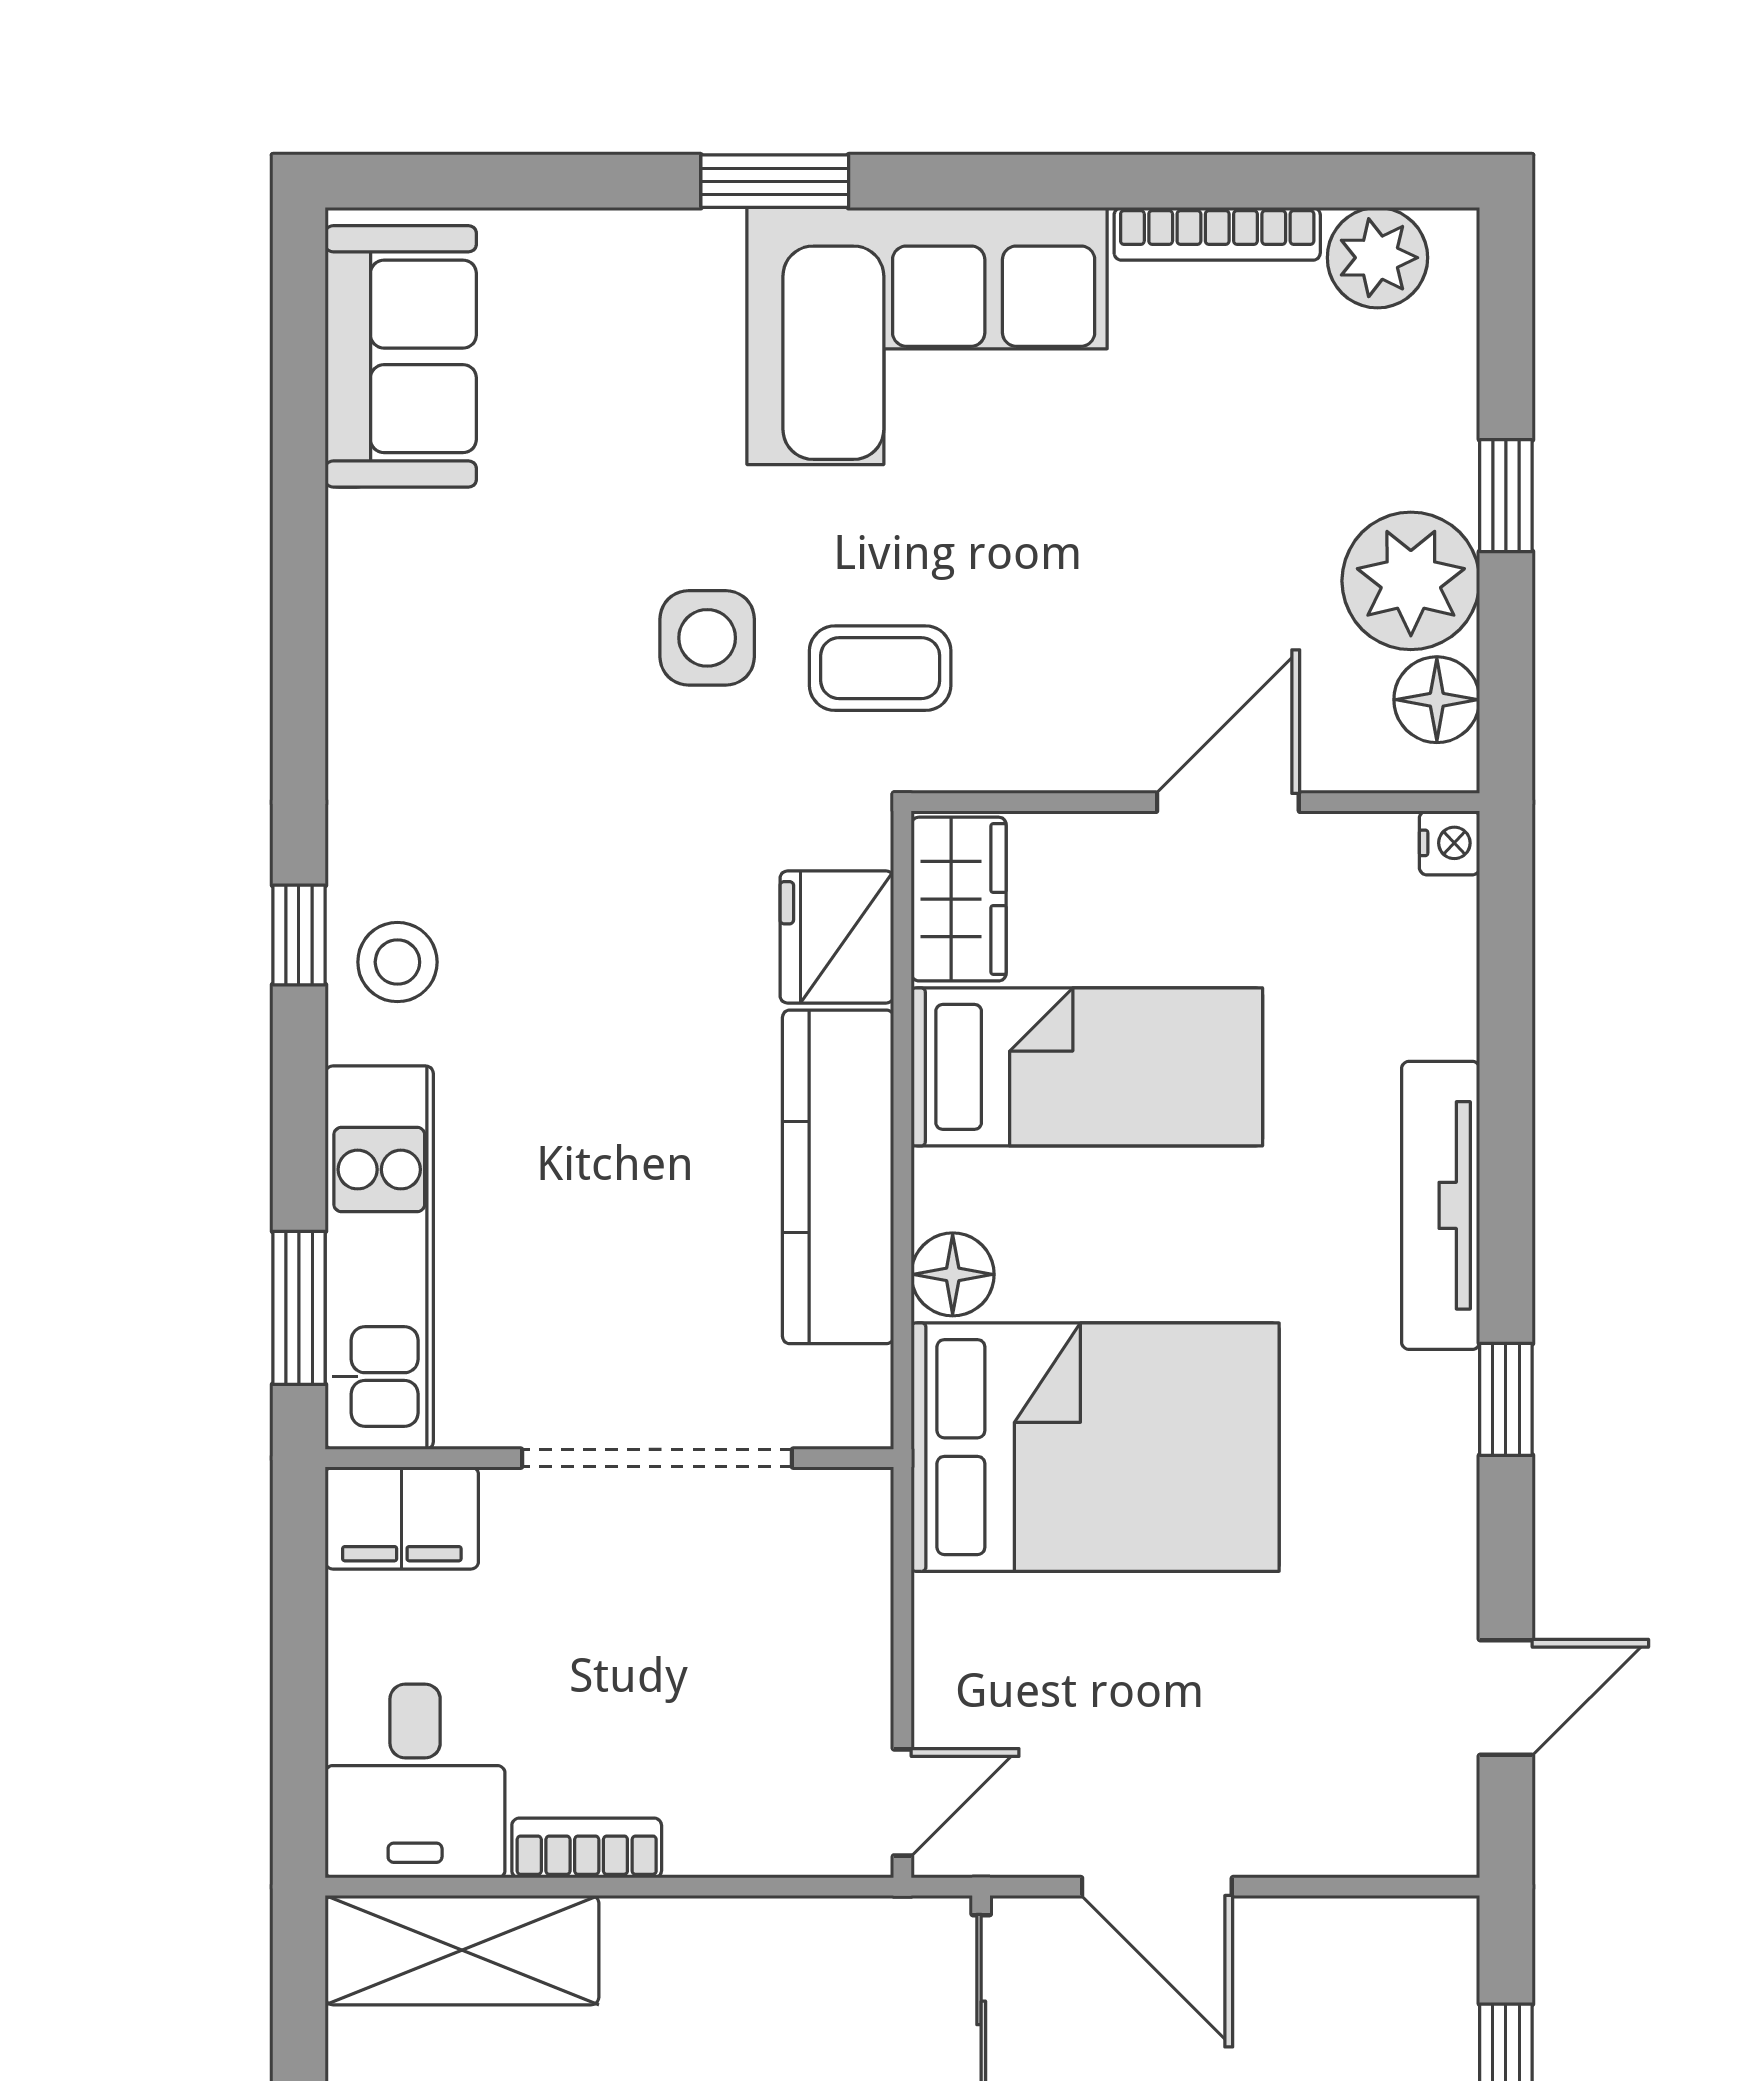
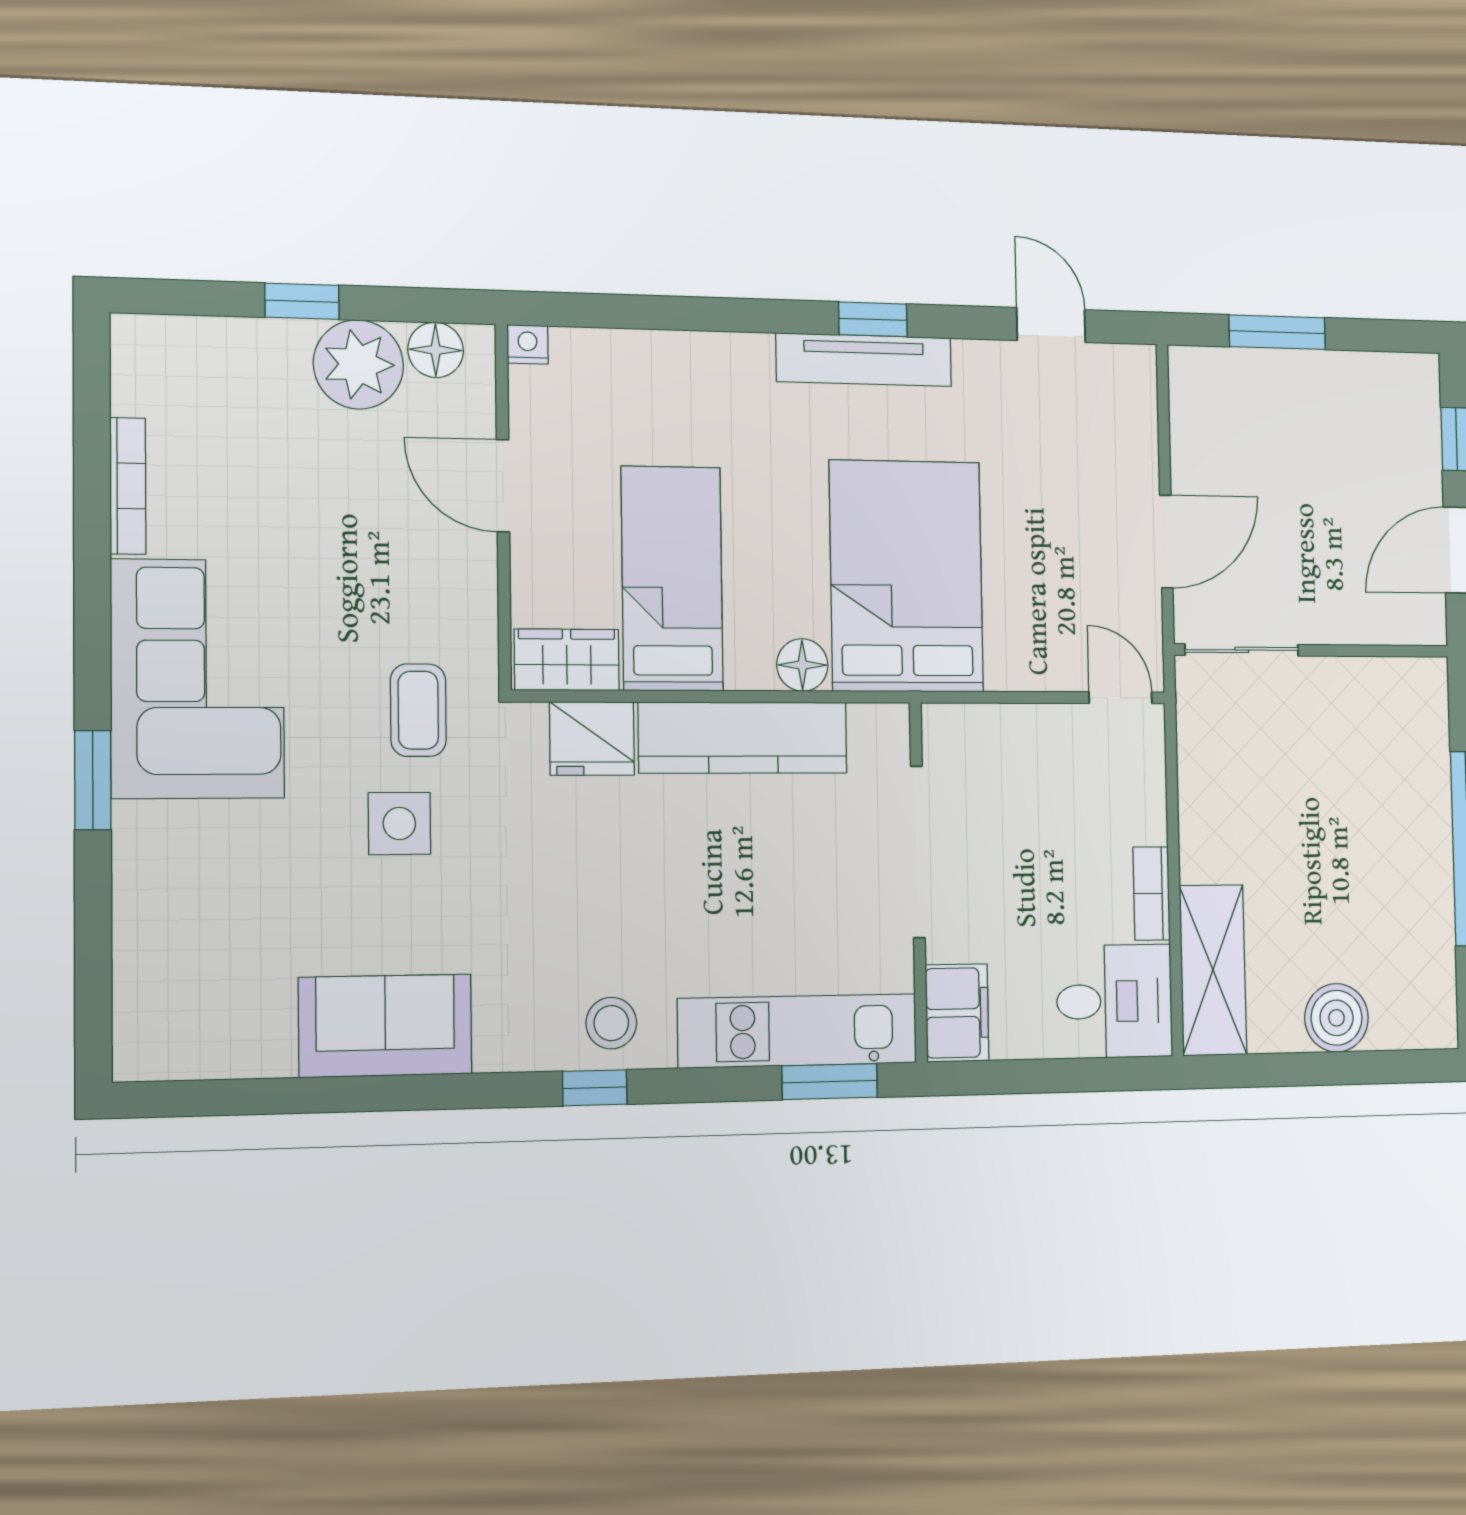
plant: (1377, 258) -> (144, 381), removed
sofa: (401, 356) -> (385, 1026), moved
tv unit: (1441, 1205) -> (864, 360), moved

